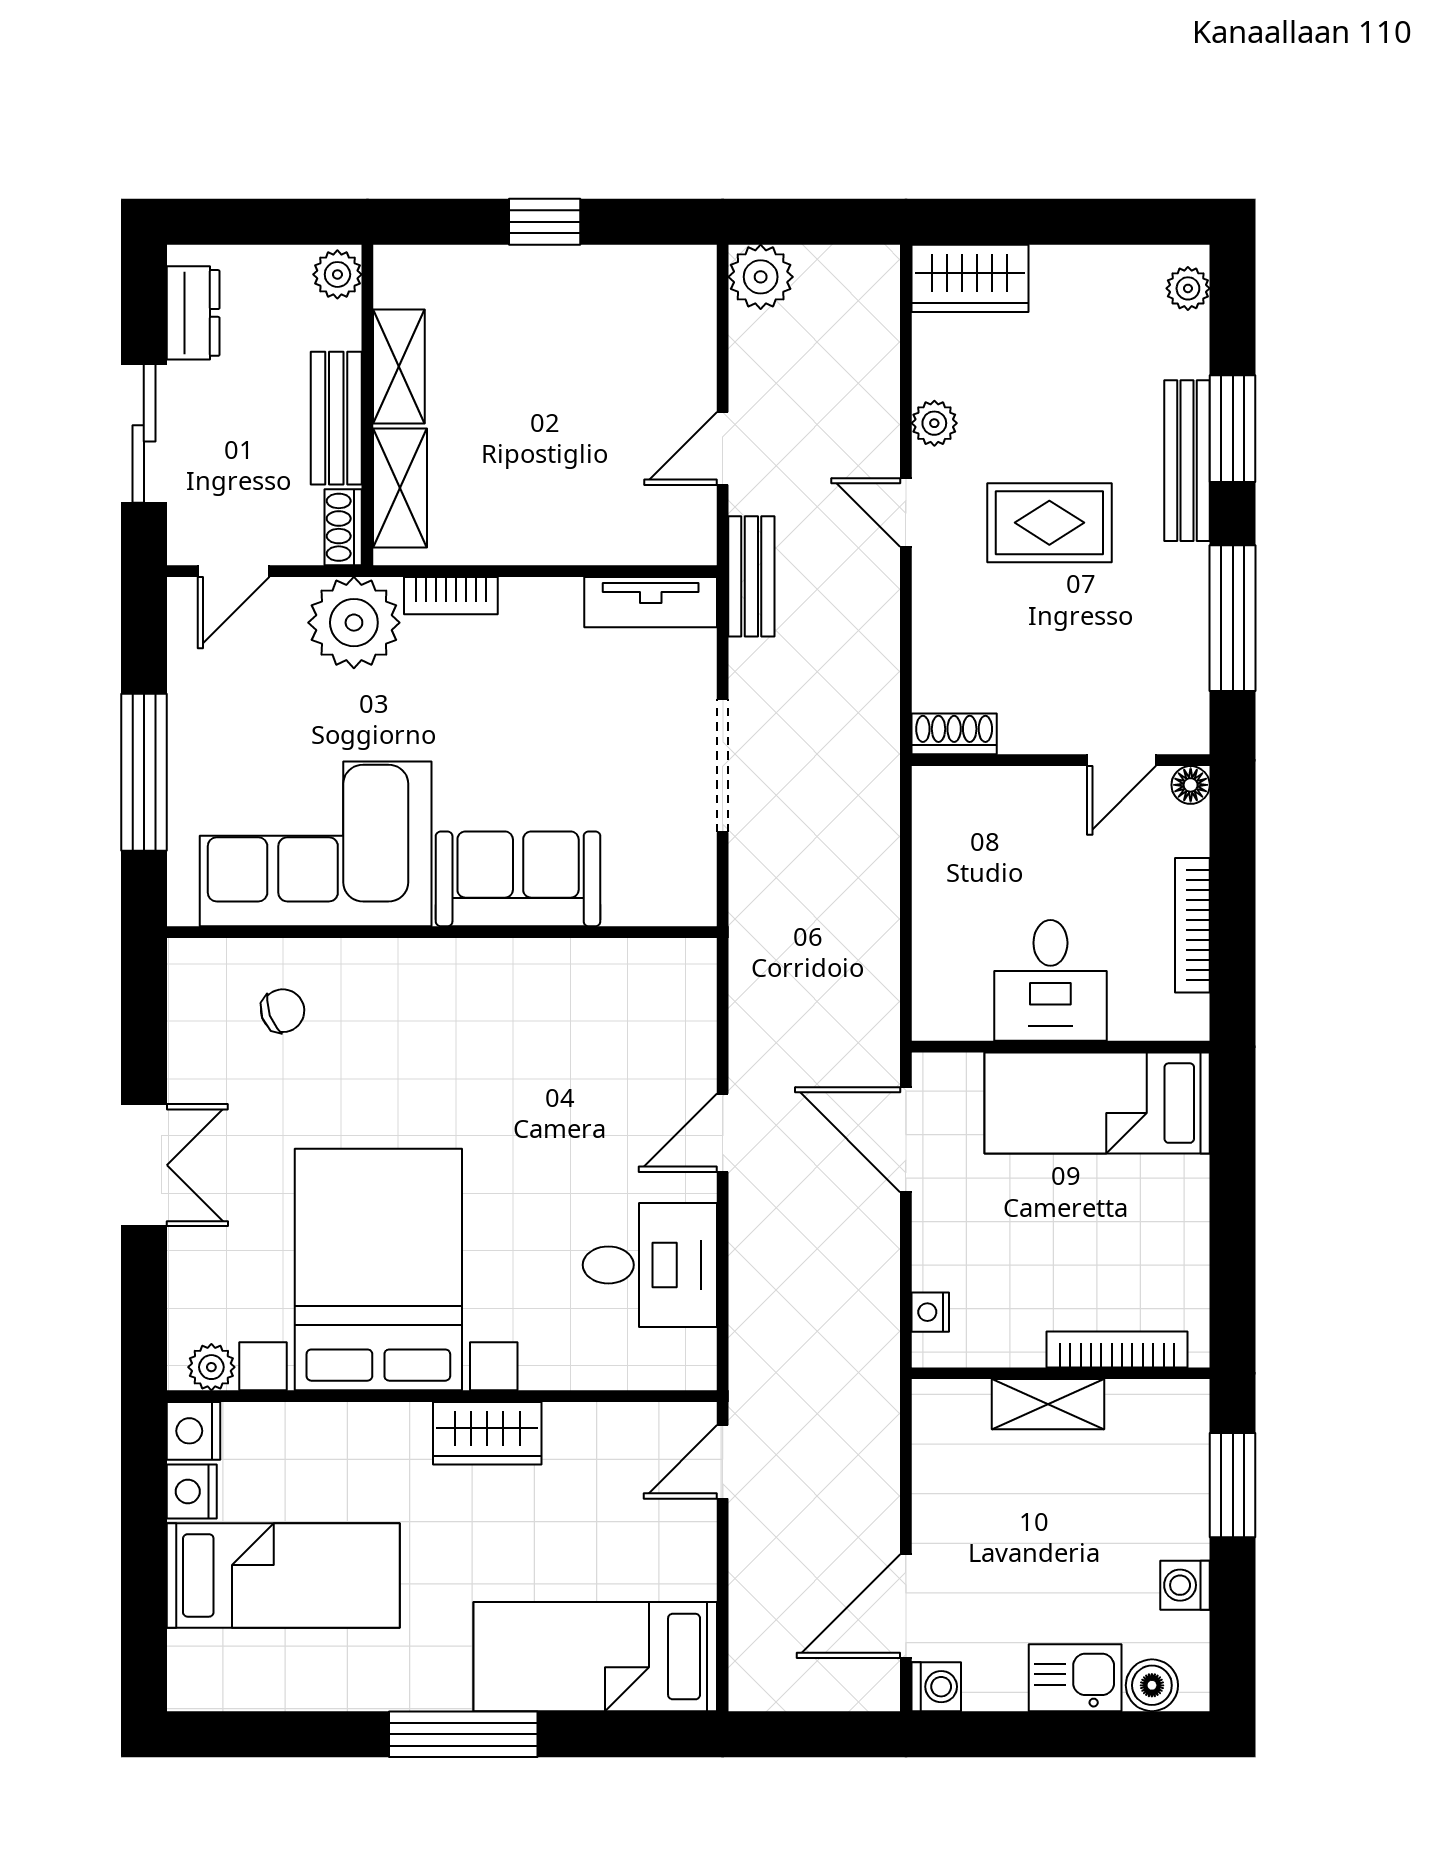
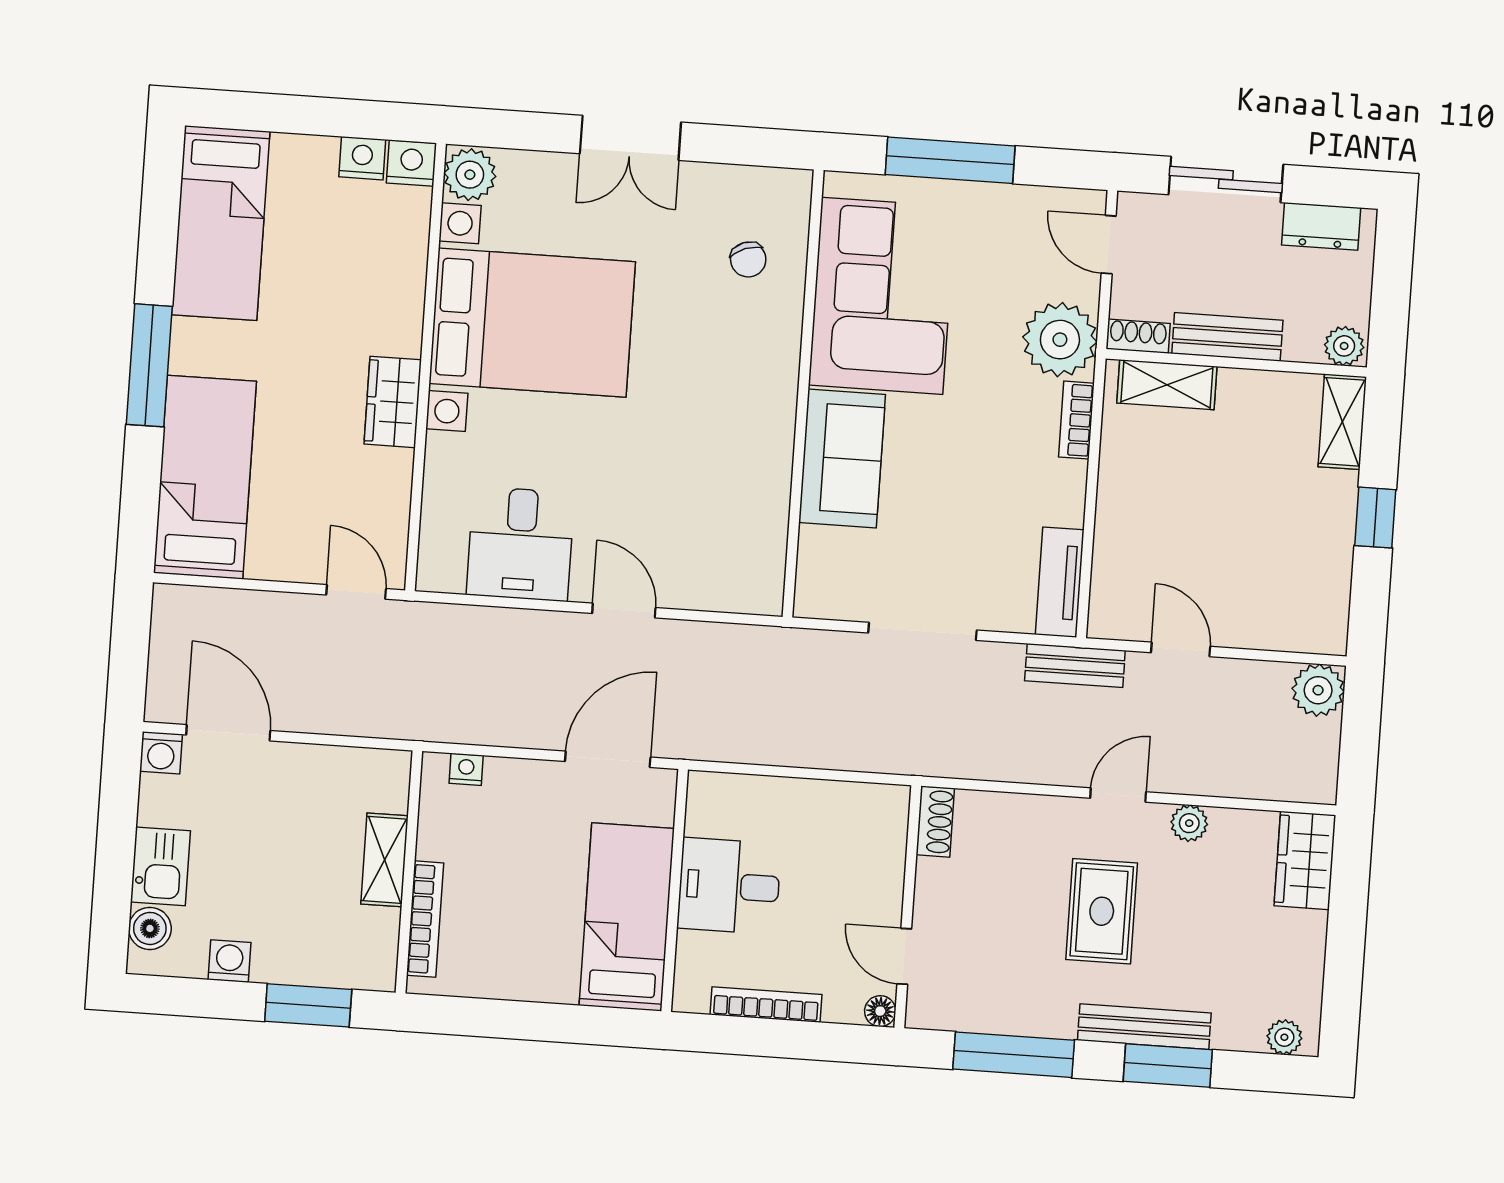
shelving: (399, 367) -> (1342, 422), moved, turned 90
plant: (211, 1367) -> (470, 175), width x1.38, depth x1.38
bed: (283, 1575) -> (221, 223), moved

